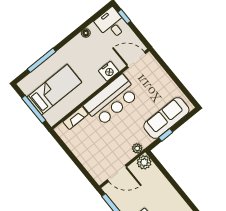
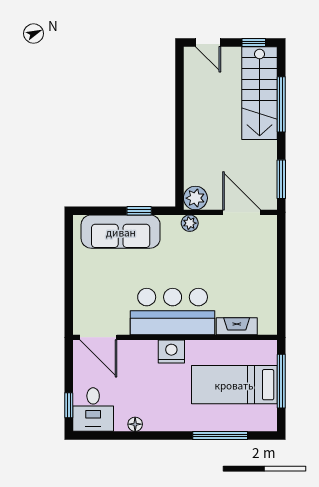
nightstand: (109, 71) -> (171, 352), moved

